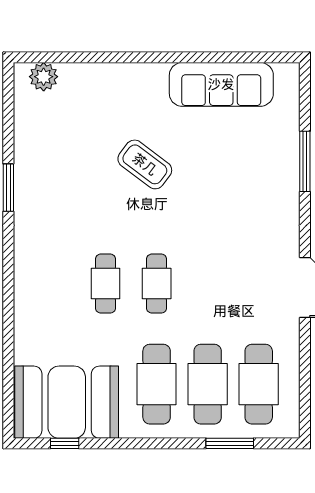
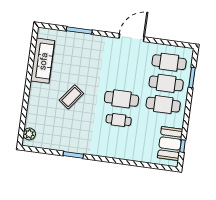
cafe table: (157, 284) -> (122, 99), width x1.37, depth x1.35
booth: (67, 402) -> (170, 143), width x0.73, depth x0.70

